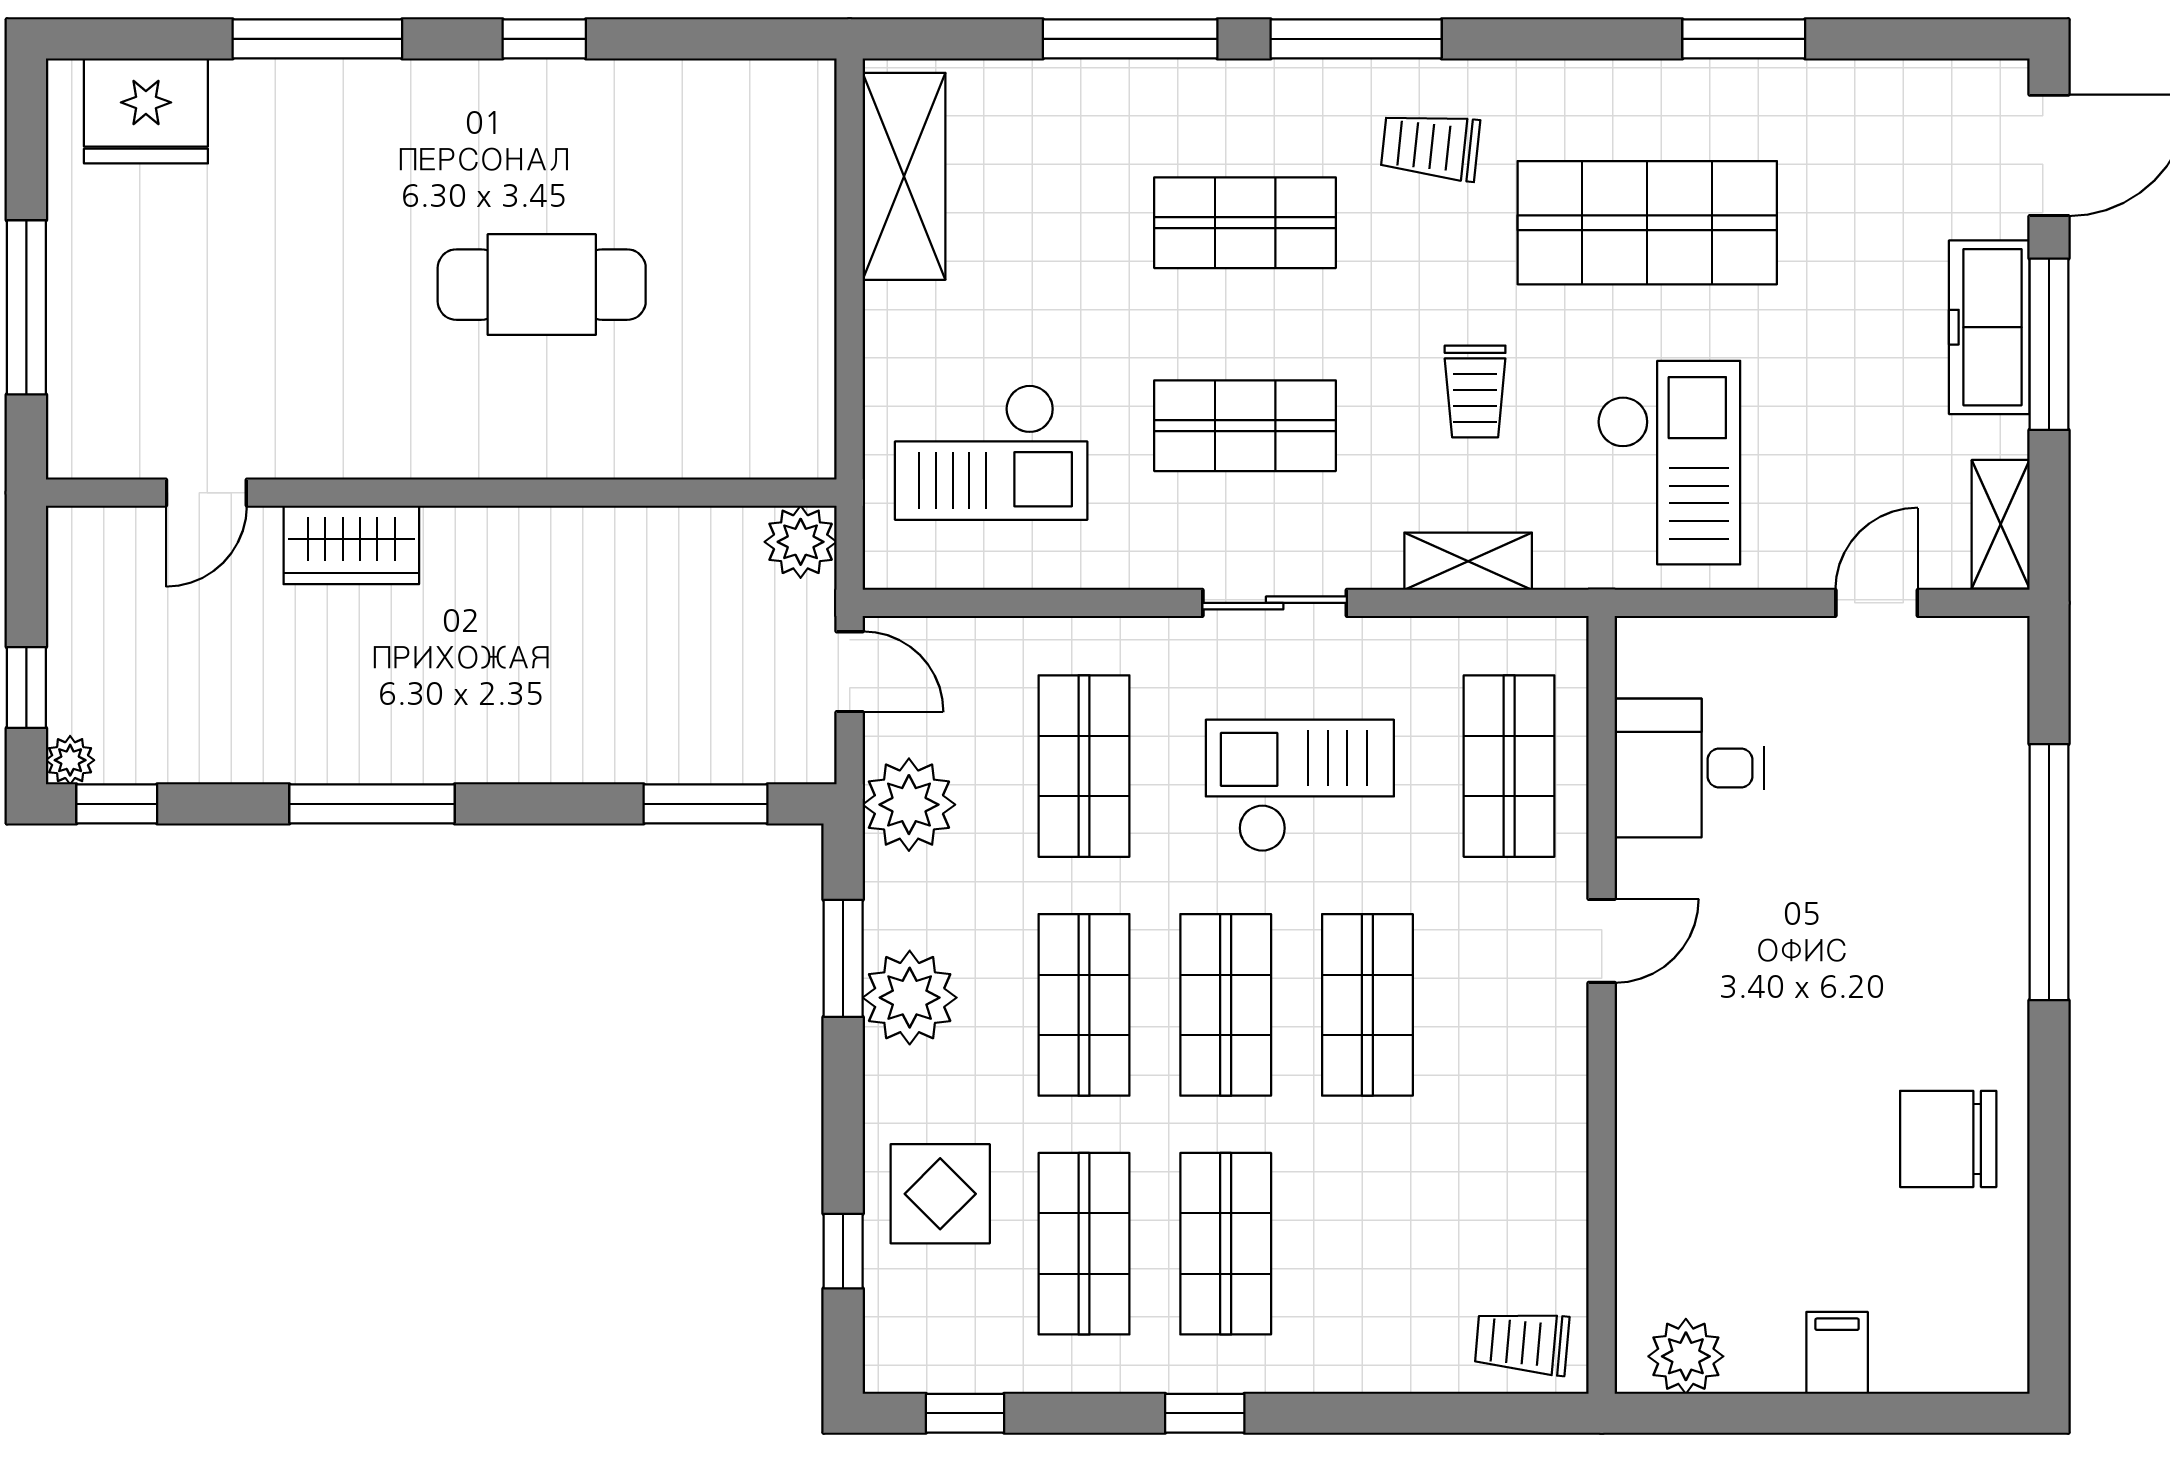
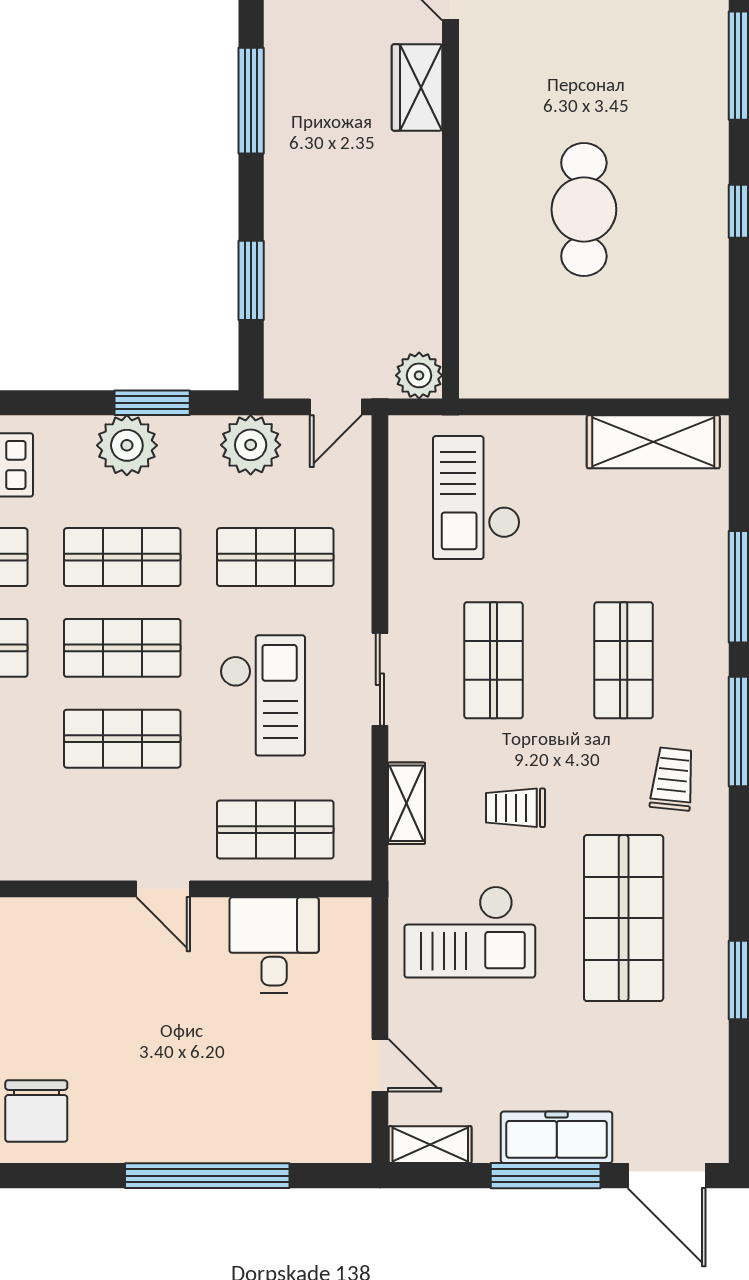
window: (705, 804) -> (251, 280), moved
chair: (1948, 1139) -> (36, 1111), turned 180

